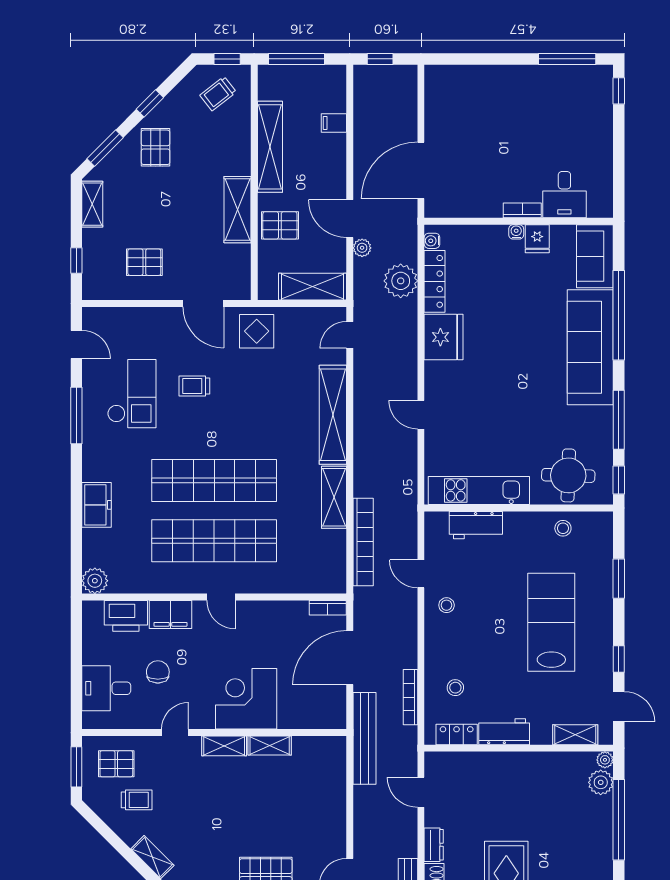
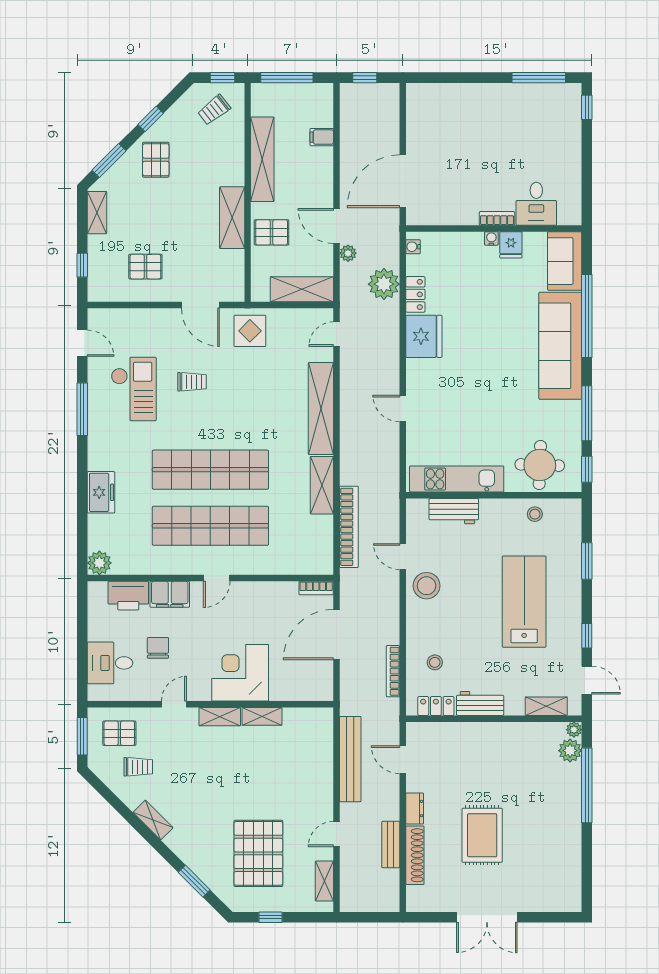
locker: (435, 281) -> (415, 294), width x0.66
trolley: (194, 386) -> (192, 382), turned 180
door: (221, 597) -> (217, 578), hinge flipped
stool: (447, 605) -> (427, 586), width x1.89, depth x1.89
bench: (365, 738) -> (350, 759), moved

